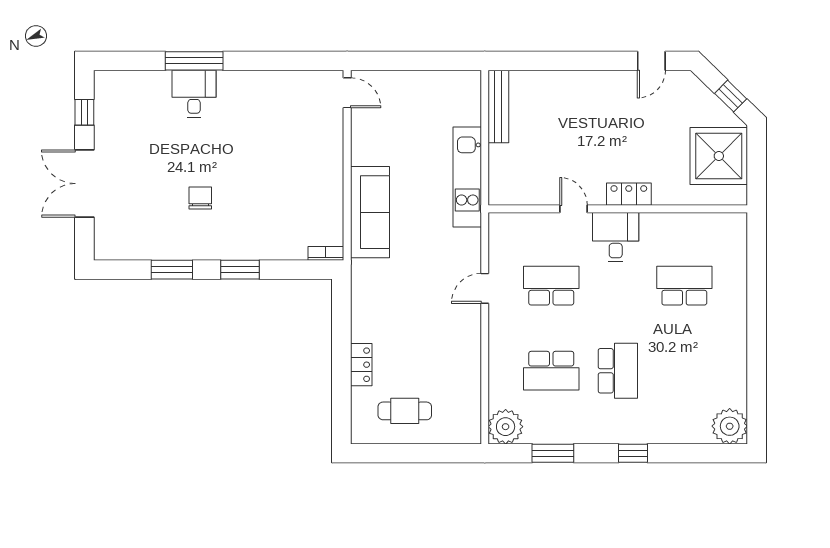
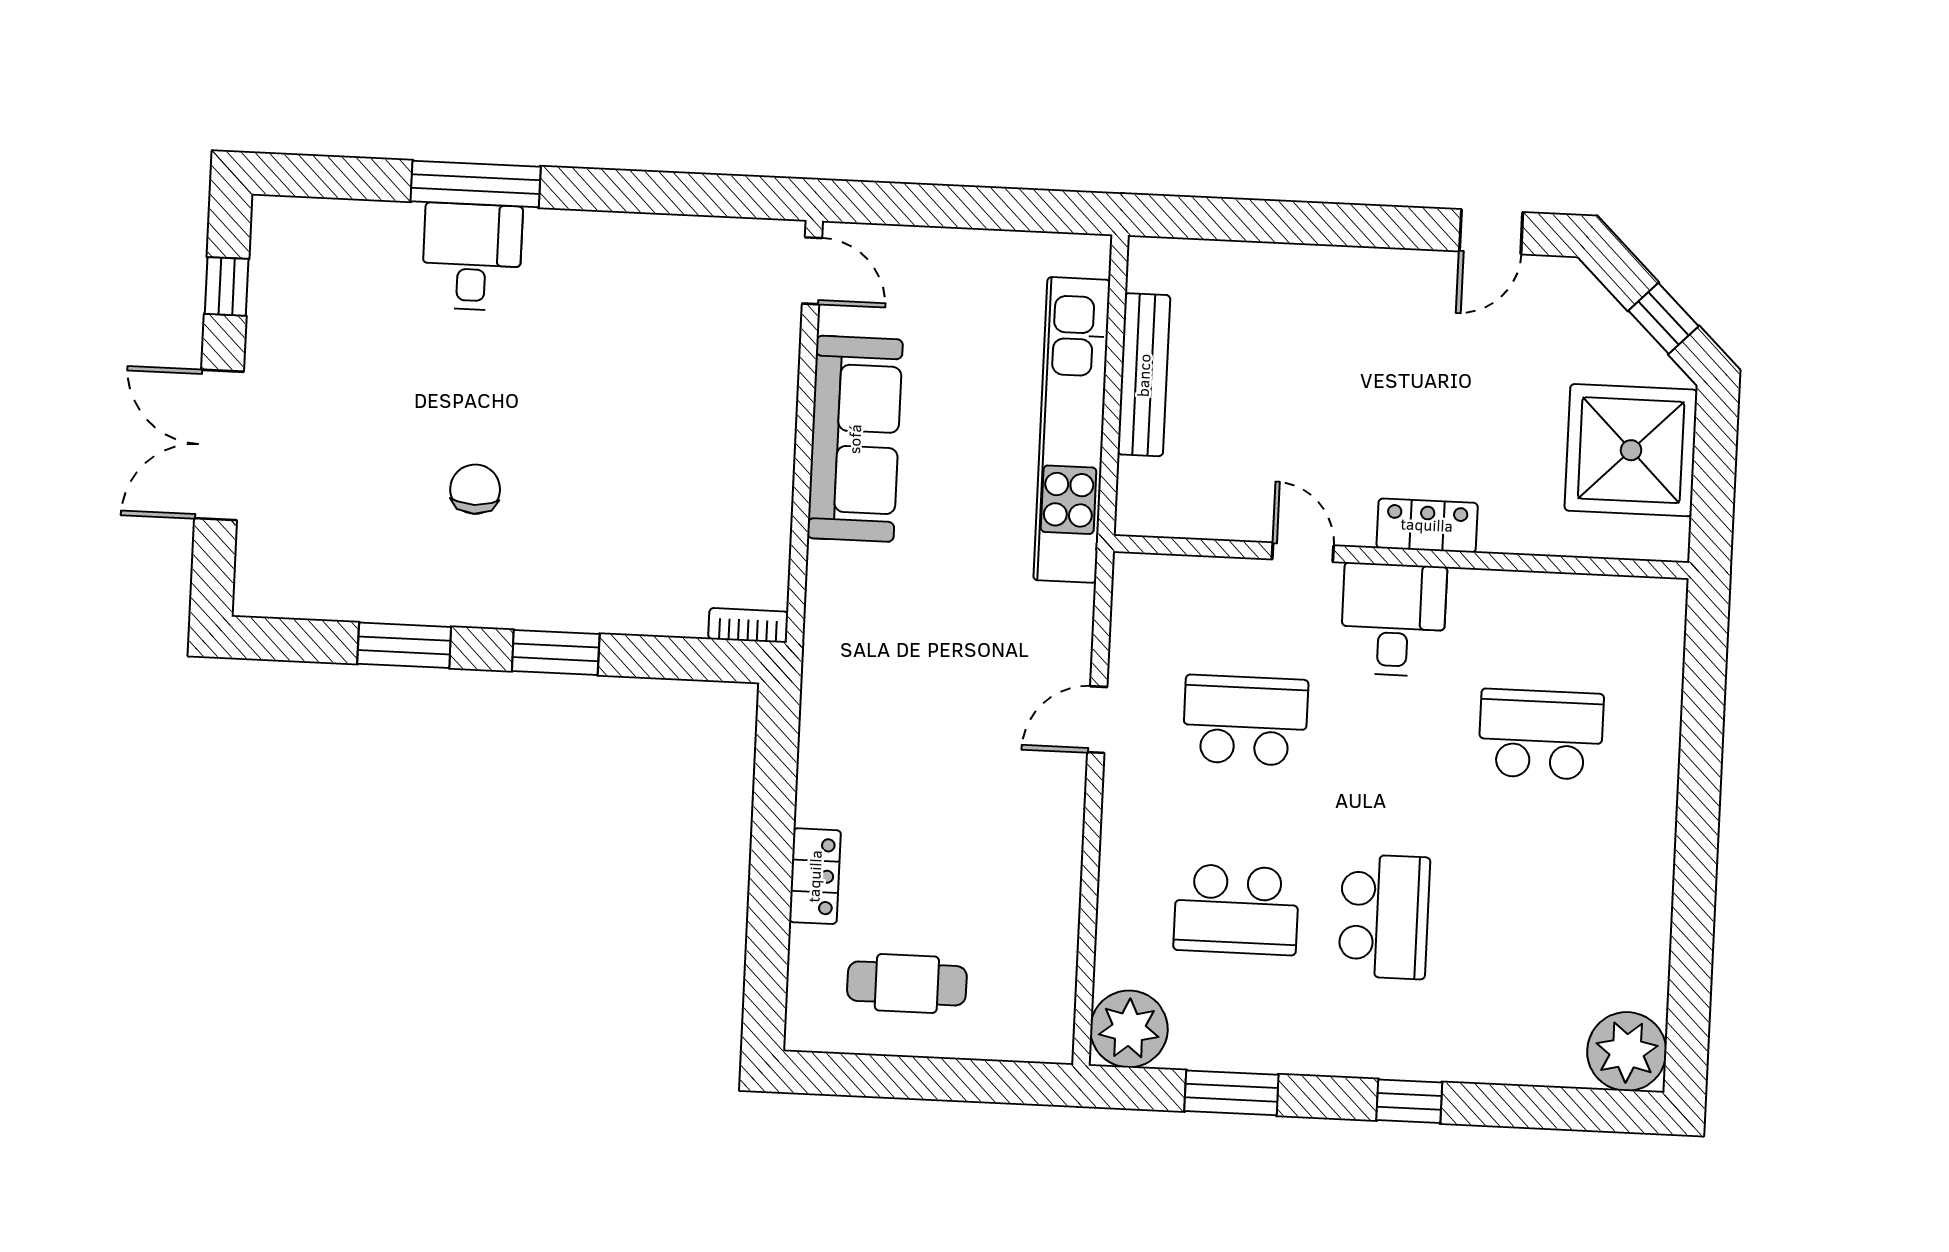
bench: (498, 106) -> (1144, 375), moved
kitchen unit: (467, 177) -> (1072, 430), width x1.36
sofa: (370, 212) -> (855, 439), moved

